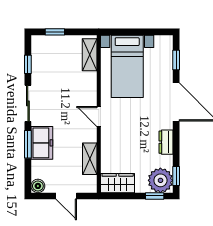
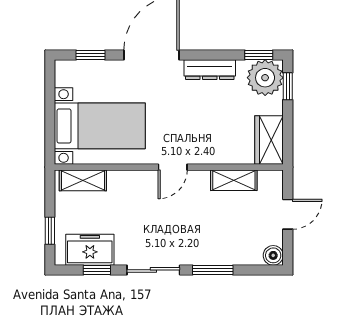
dresser: (166, 142) -> (210, 70), width x1.44
freezer: (42, 143) -> (90, 250), moved

